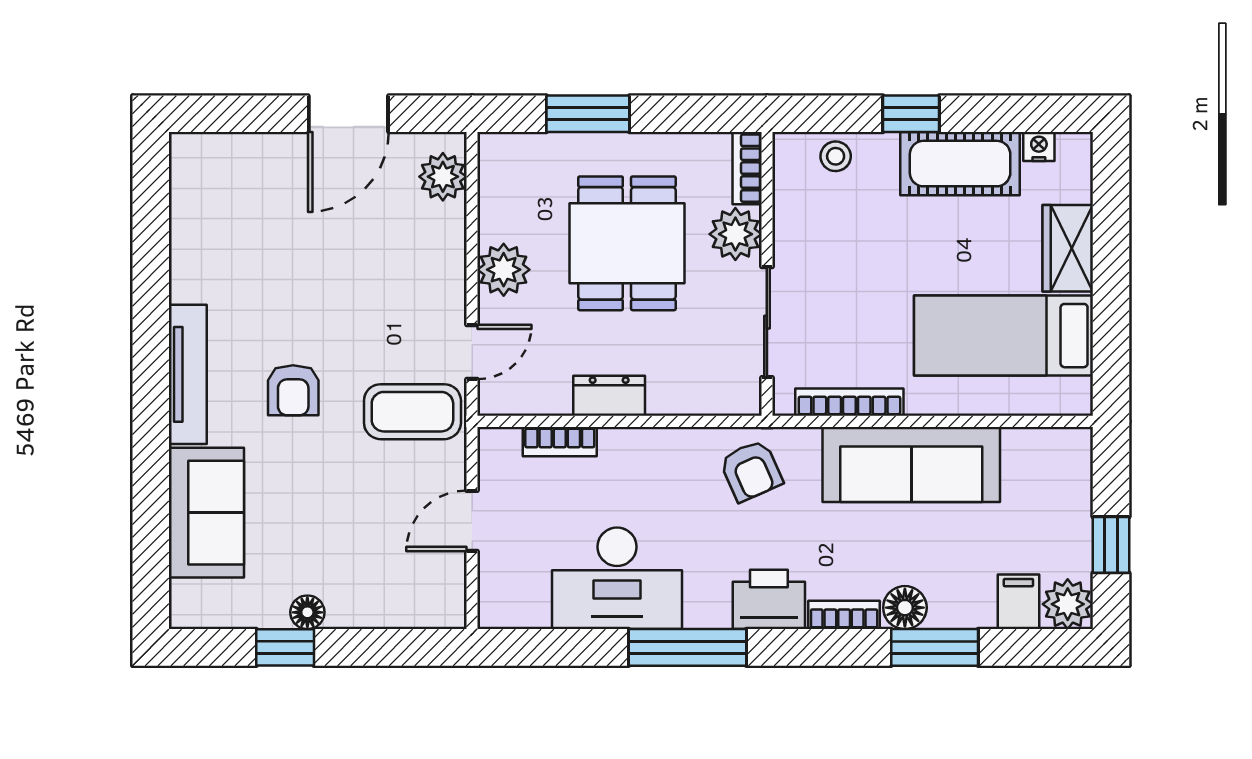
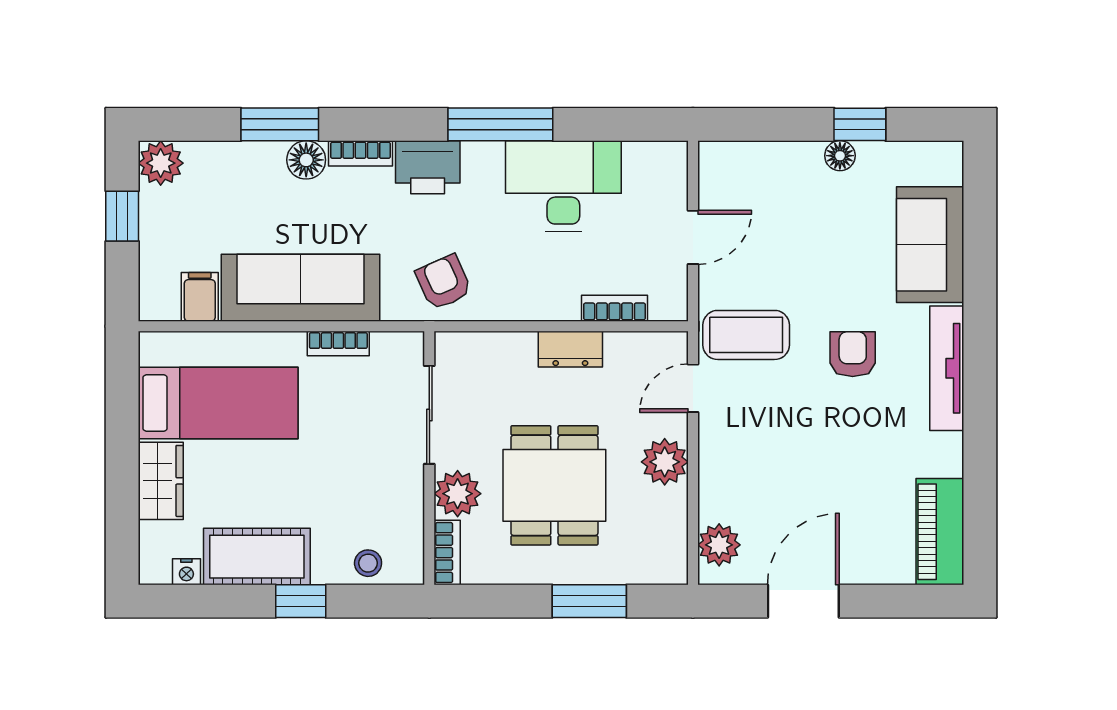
piano: (196, 191) -> (940, 532), added
bookcase: (849, 402) -> (338, 344), width x0.64
filing cabinet: (1018, 602) -> (200, 297), moved, turned 180

